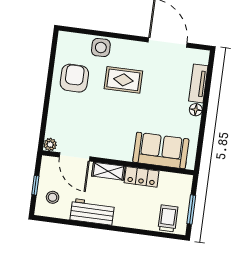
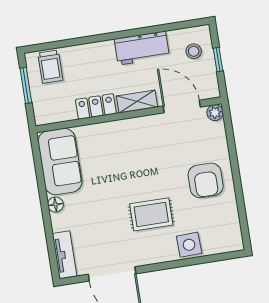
armchair: (74, 78) -> (206, 180), moved
tv unit: (198, 83) -> (64, 255), moved
sofa: (161, 151) -> (60, 162), moved, turned -90

